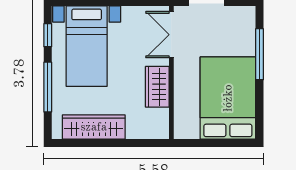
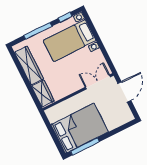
window: (260, 54) -> (85, 146), moved
wardrobe: (157, 87) -> (43, 94), moved, turned 90

